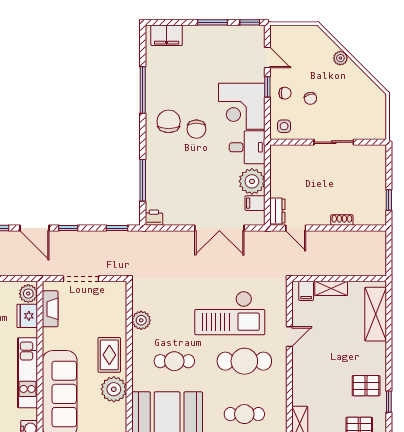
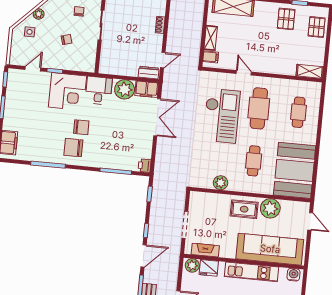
chair: (285, 93) -> (79, 11), moved
side table: (284, 126) -> (30, 32), moved
filing cabinet: (255, 203) -> (147, 89), width x2.00

